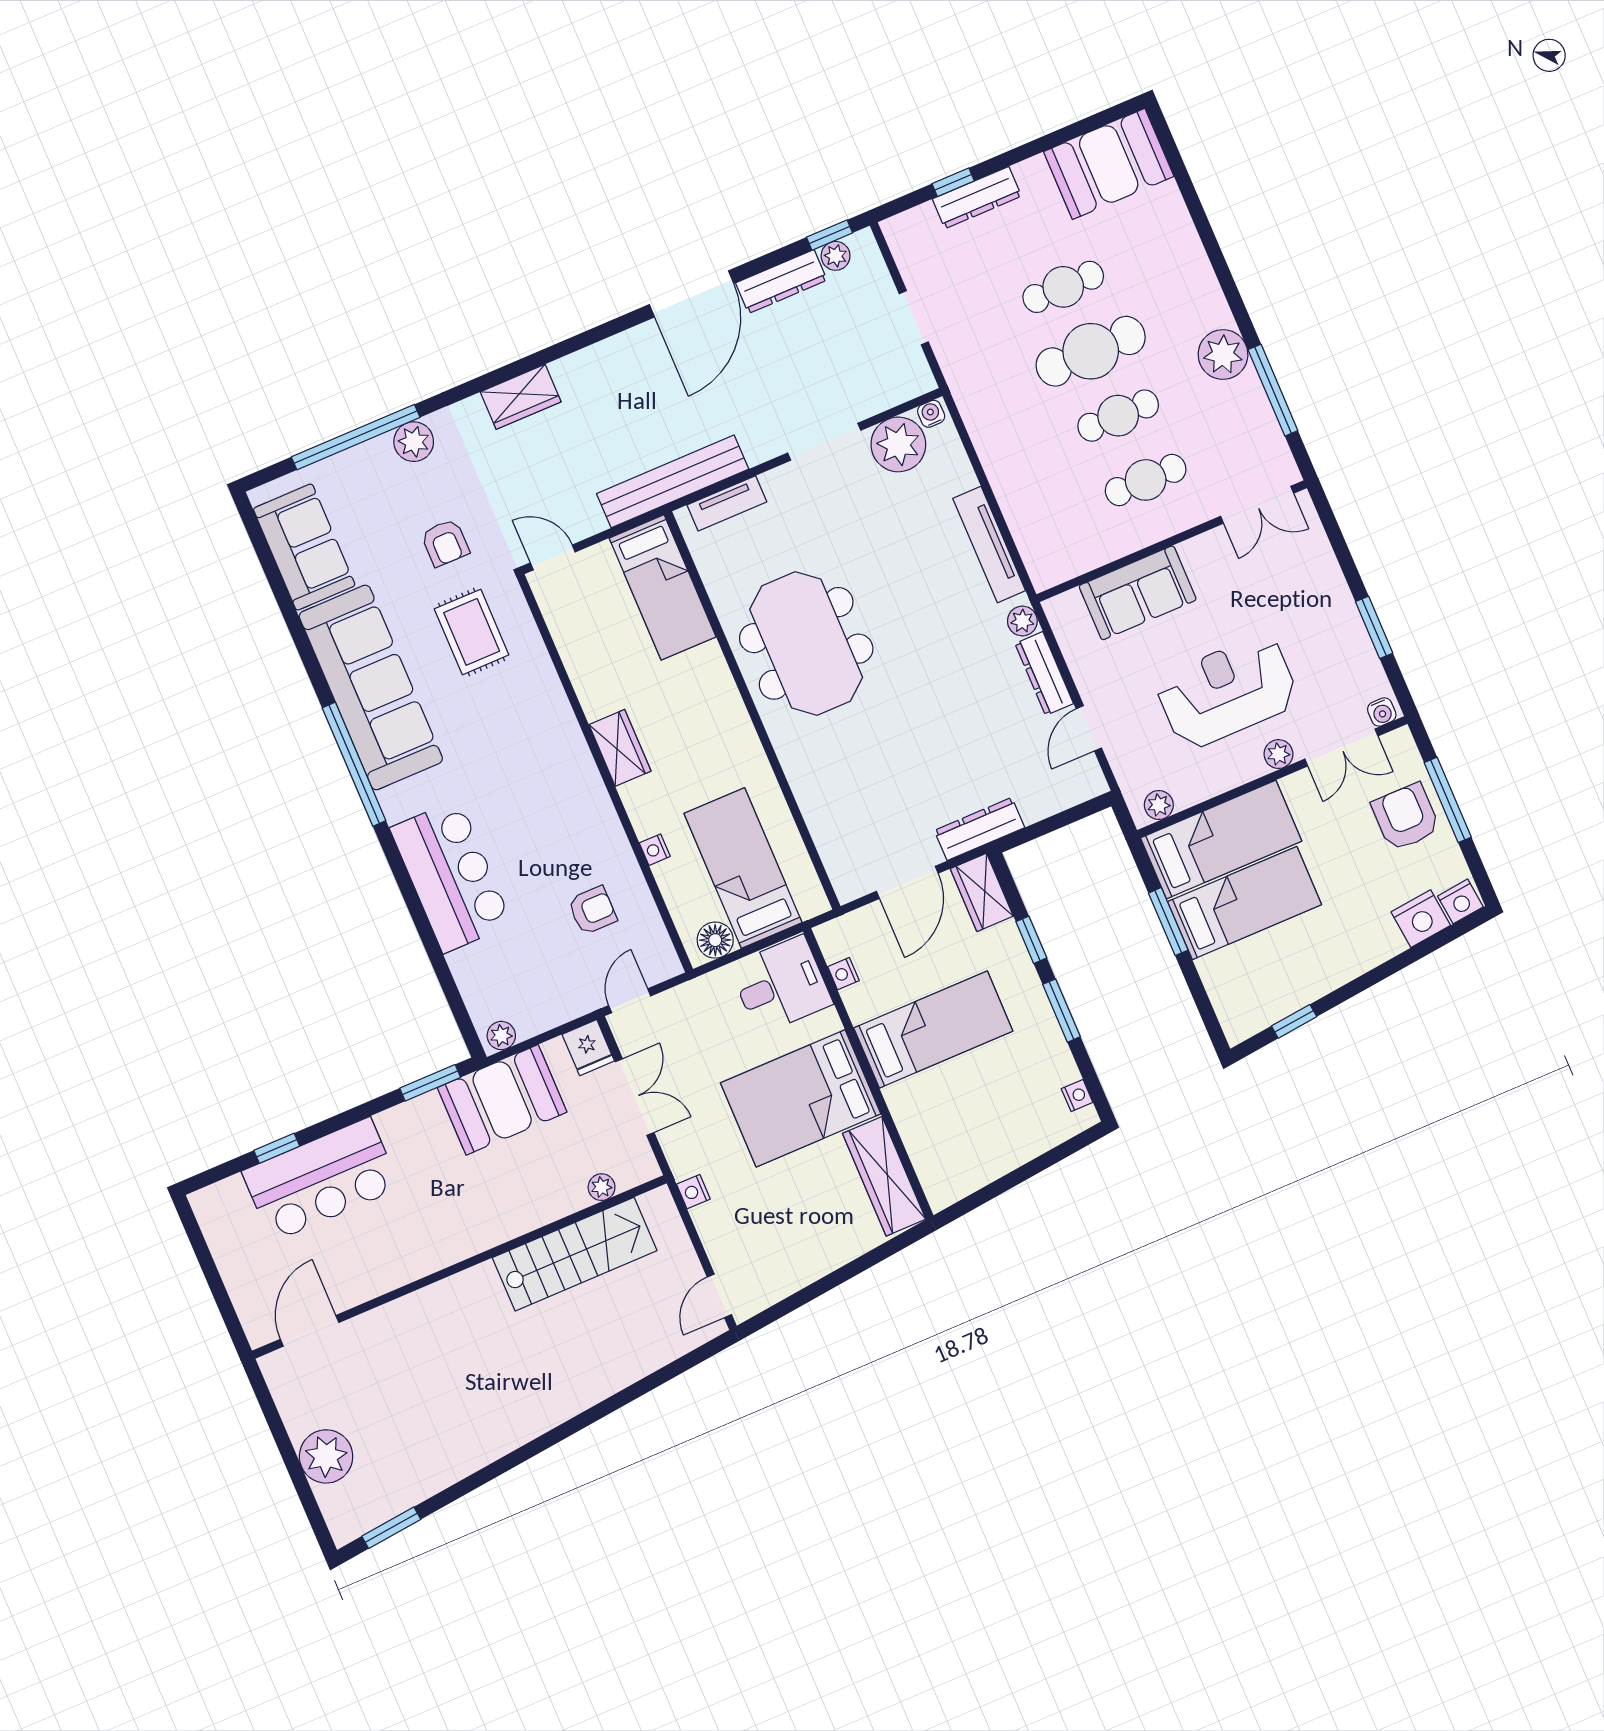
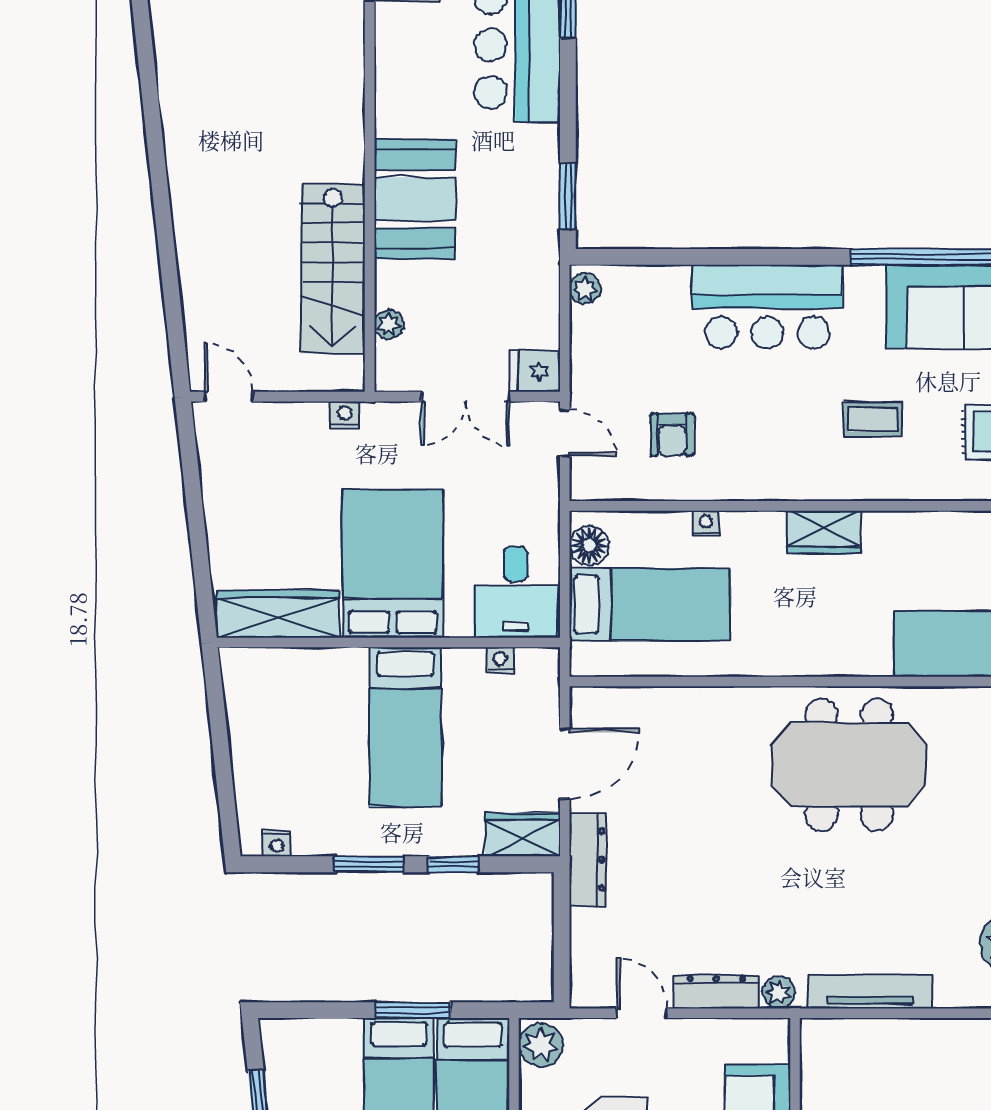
coffee table: (508, 747) -> (873, 420), added
plant: (1159, 805) -> (540, 1045), width x1.38, depth x1.38
door: (907, 882) -> (565, 764), swing flipped
booth: (502, 1100) -> (415, 199), moved

